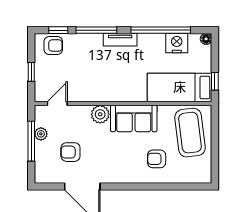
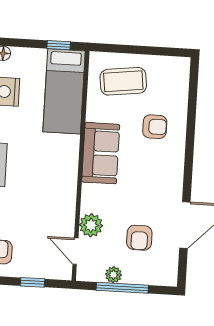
plant: (100, 114) -> (91, 225), moved
coffee table: (190, 133) -> (123, 81), width x0.73, depth x0.76
armchair: (157, 159) -> (155, 127), turned -90

